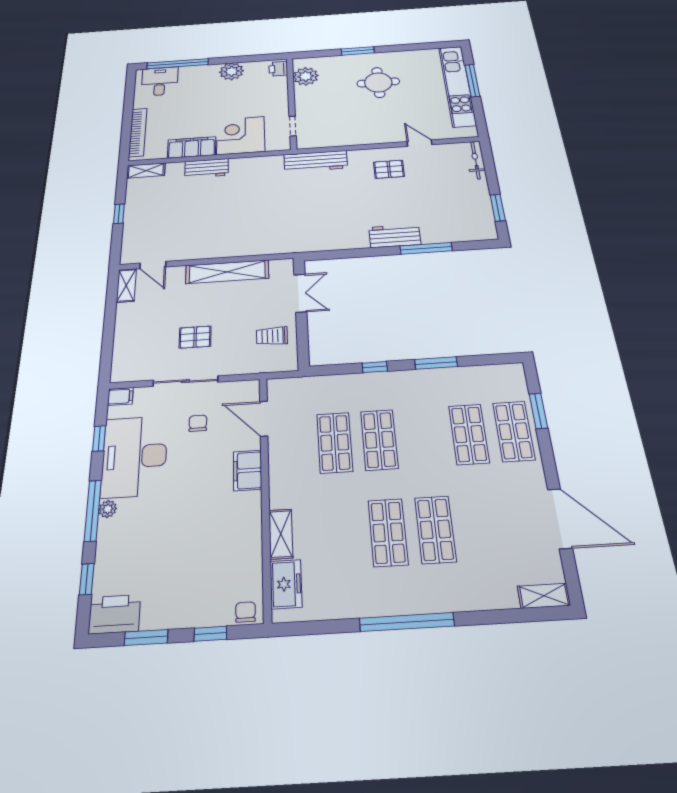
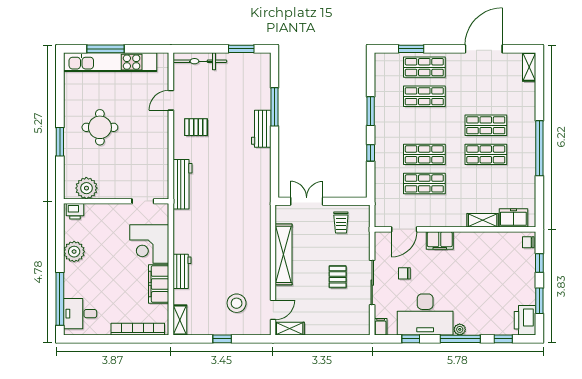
bicycle: (475, 160) -> (200, 61), width x1.37, depth x1.40
pallet: (389, 169) -> (196, 127), turned 90
stool: (164, 225) -> (237, 303), added

